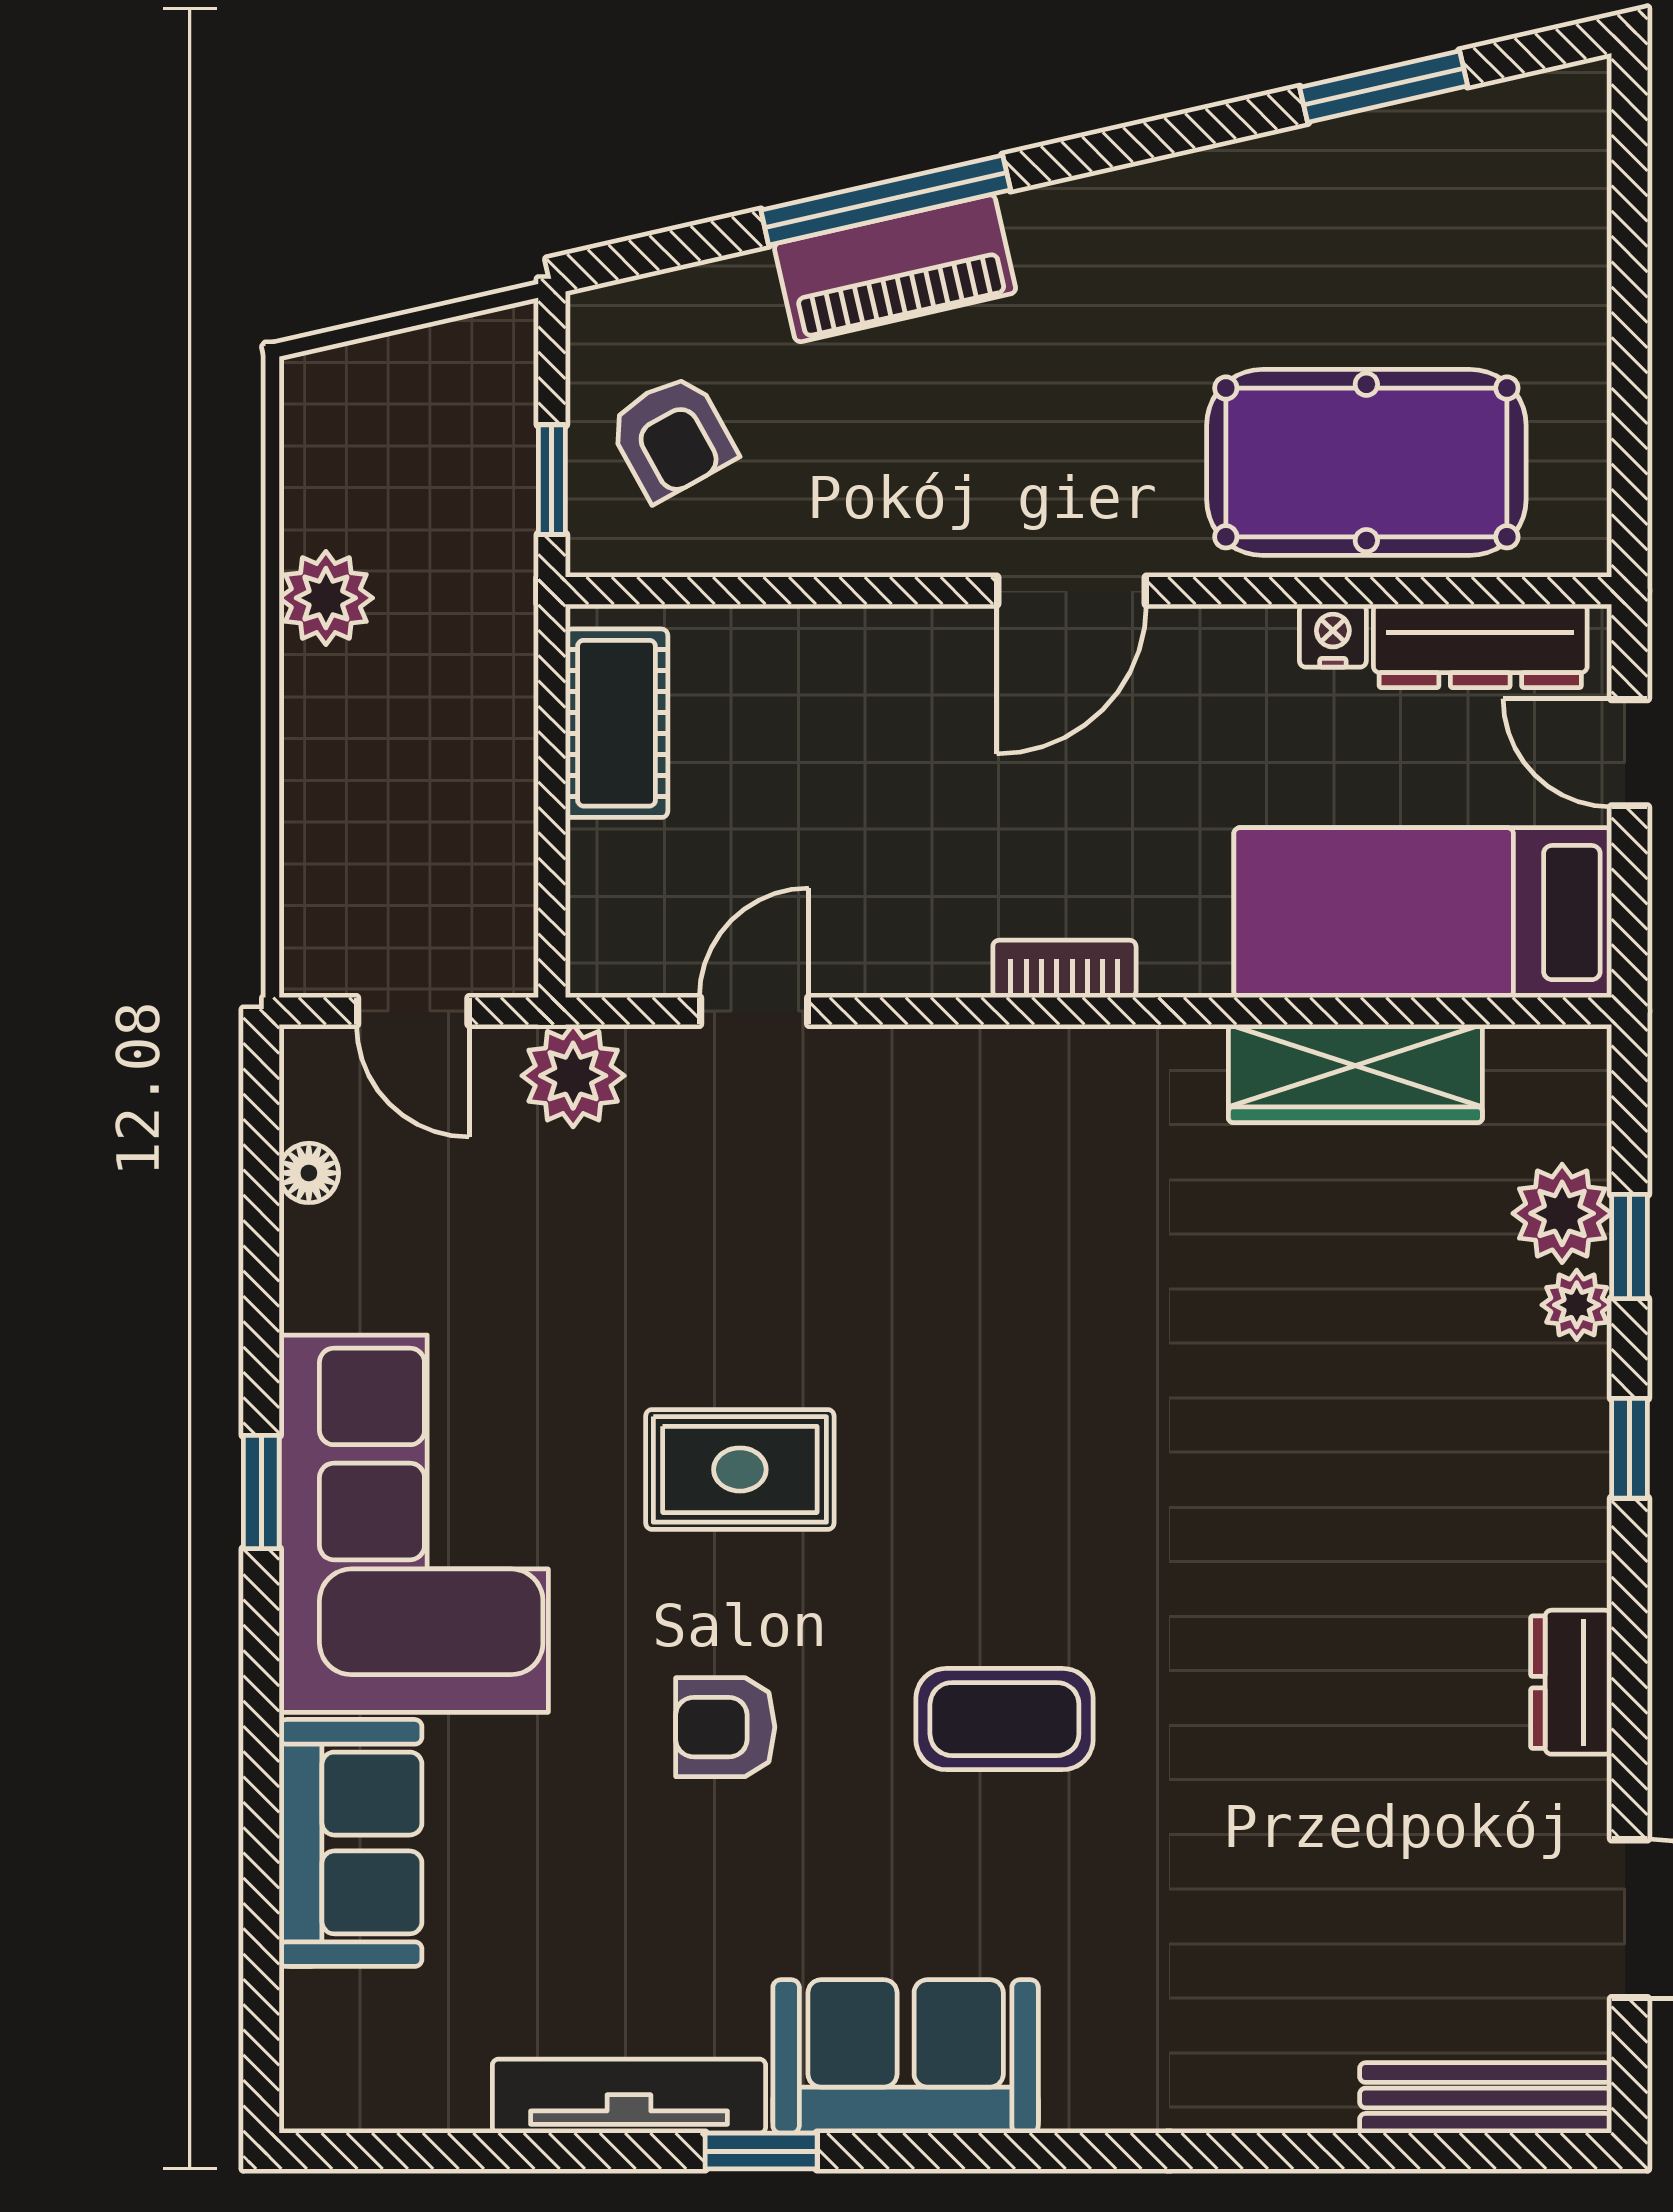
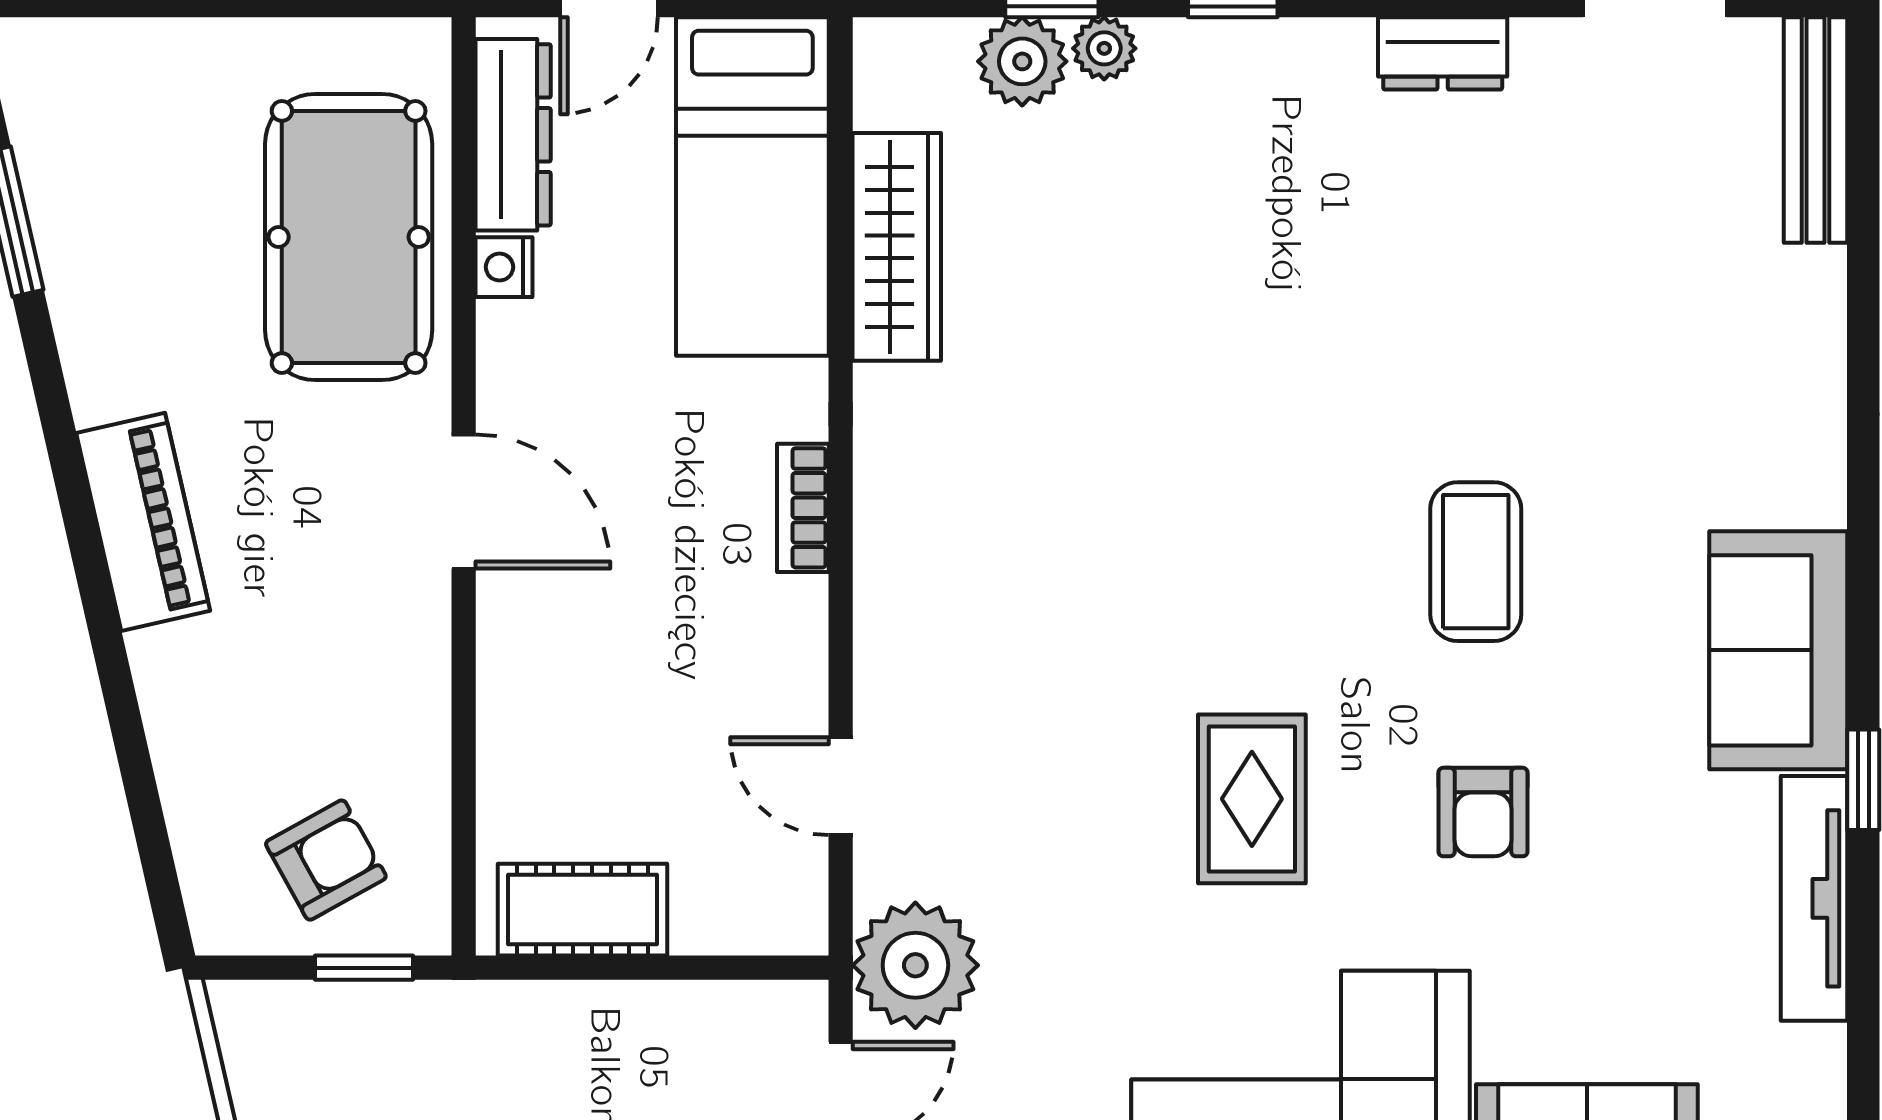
window: (886, 200) -> (113, 668), removed
piano: (895, 268) -> (143, 522), moved
plant: (573, 1076) -> (915, 965), width x1.36, depth x1.36

